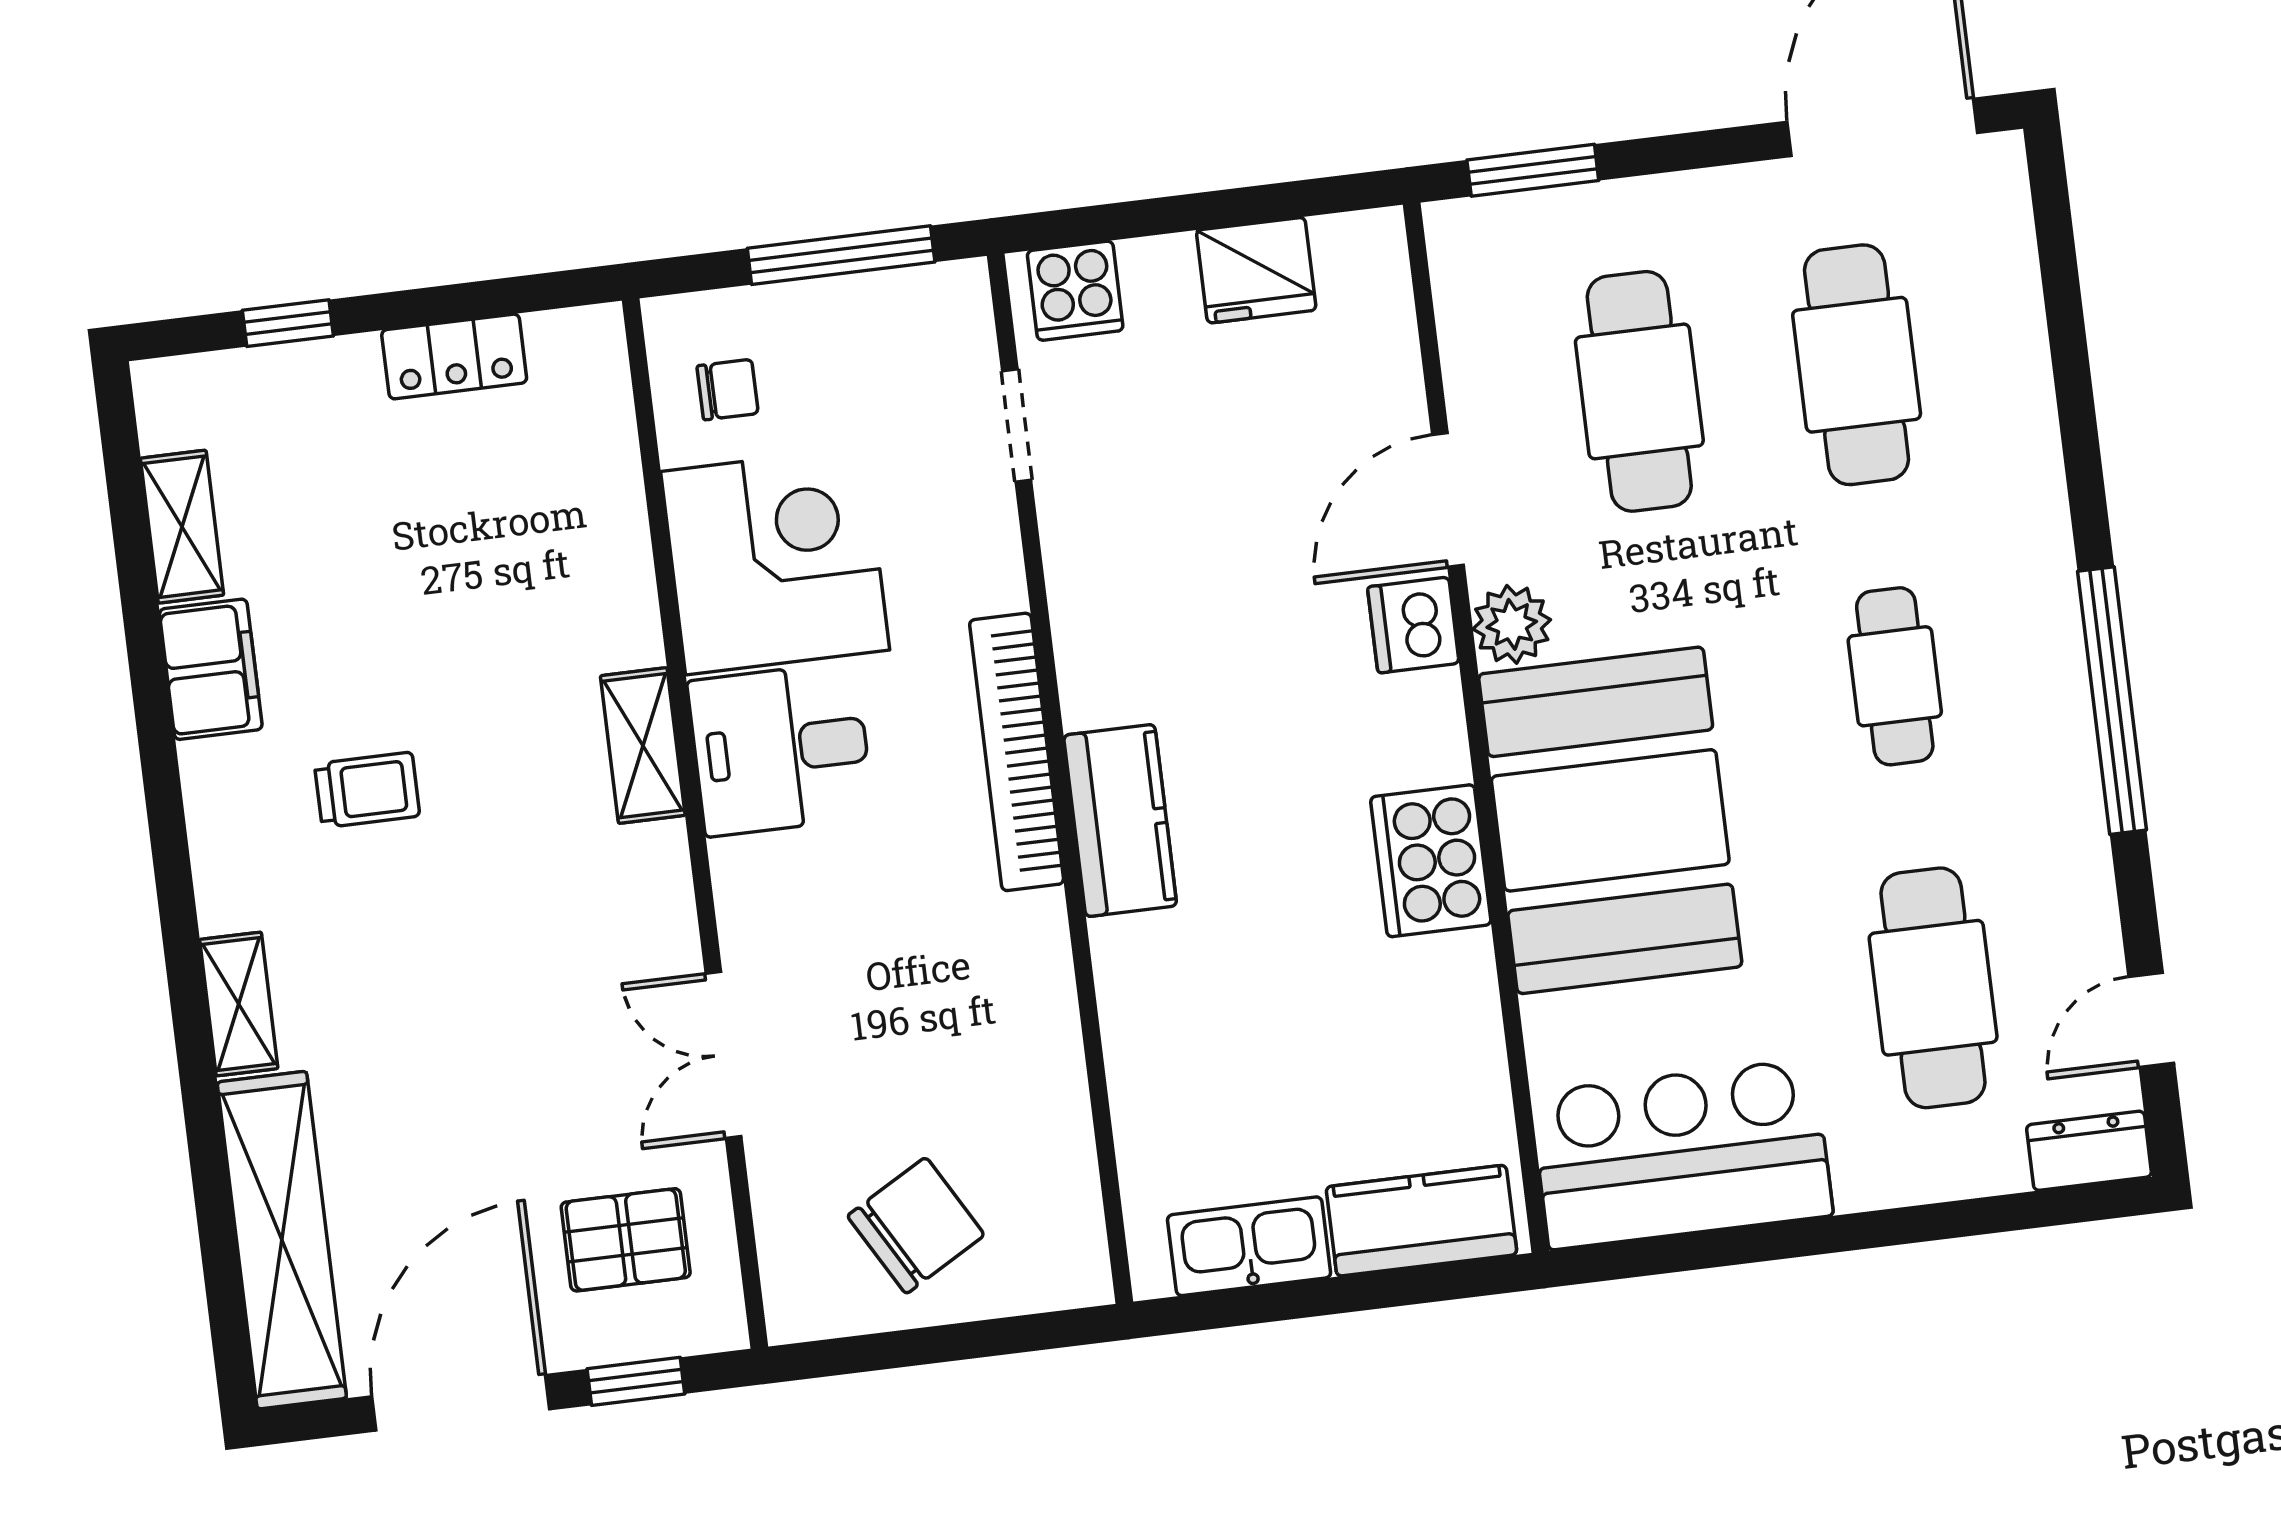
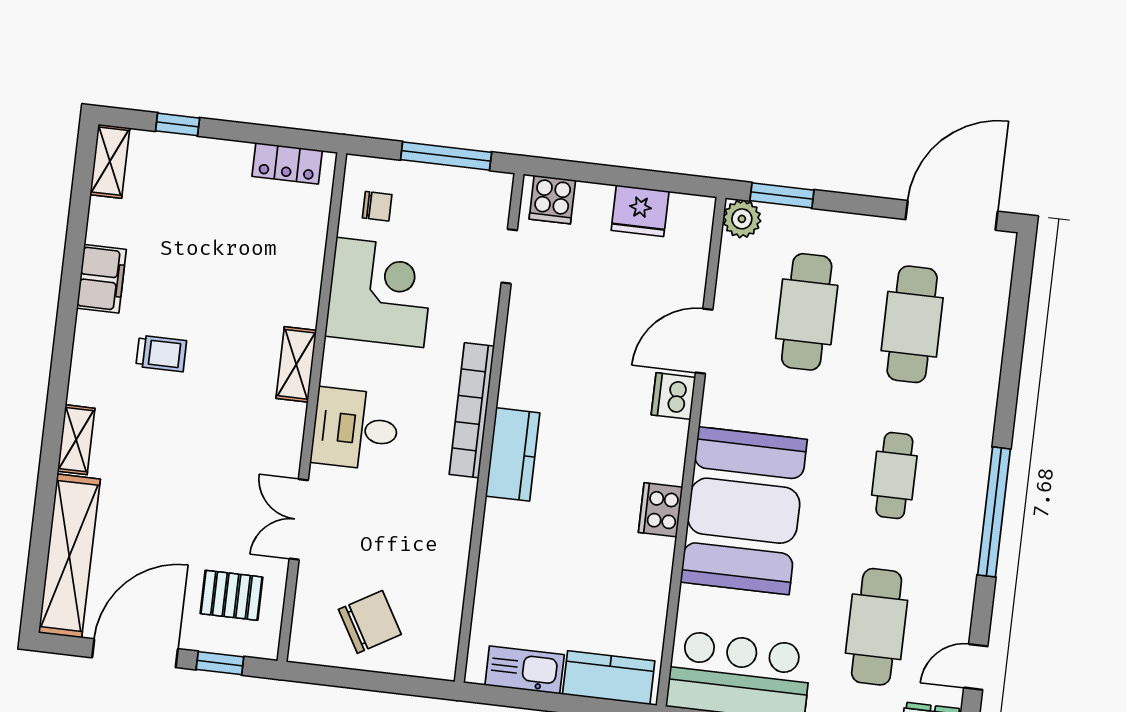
locker: (454, 356) -> (287, 163), moved
shelving: (182, 527) -> (110, 161), moved
plant: (1512, 624) -> (742, 219), moved
desk: (781, 749) -> (355, 429), moved
cooker: (1431, 861) -> (660, 510), width x0.73, depth x0.76

